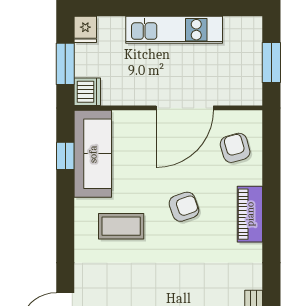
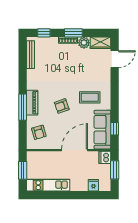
fridge: (85, 29) -> (93, 185), moved
kitchen unit: (174, 30) -> (48, 185), moved
door: (185, 108) -> (75, 150), moved
window: (271, 204) -> (23, 107), added

